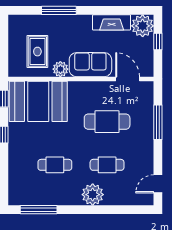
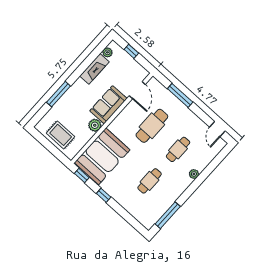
plant: (143, 26) -> (107, 52), width x0.53, depth x0.53
rug: (37, 52) -> (61, 135), moved
door: (128, 79) -> (137, 90), swing flipped
plant: (93, 195) -> (194, 174), width x0.53, depth x0.53

